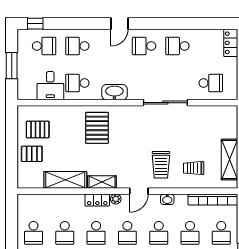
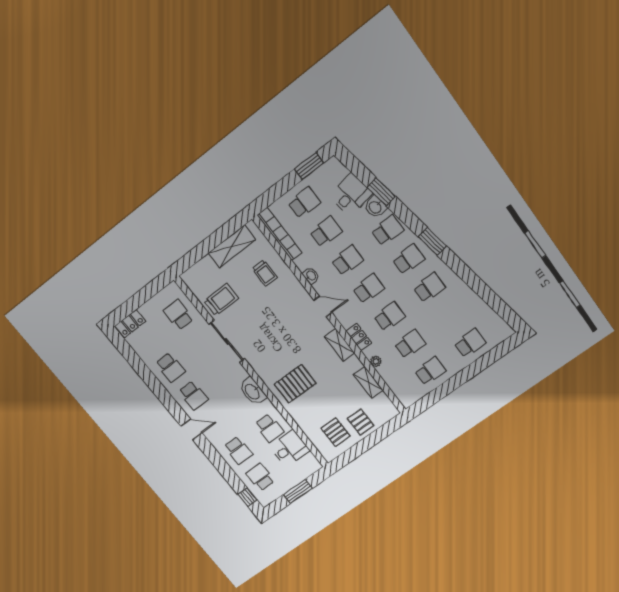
trolley: (161, 165) -> (221, 300), moved
shelving: (65, 180) -> (368, 382), width x0.67, depth x0.75
plant: (116, 199) -> (376, 361), moved

